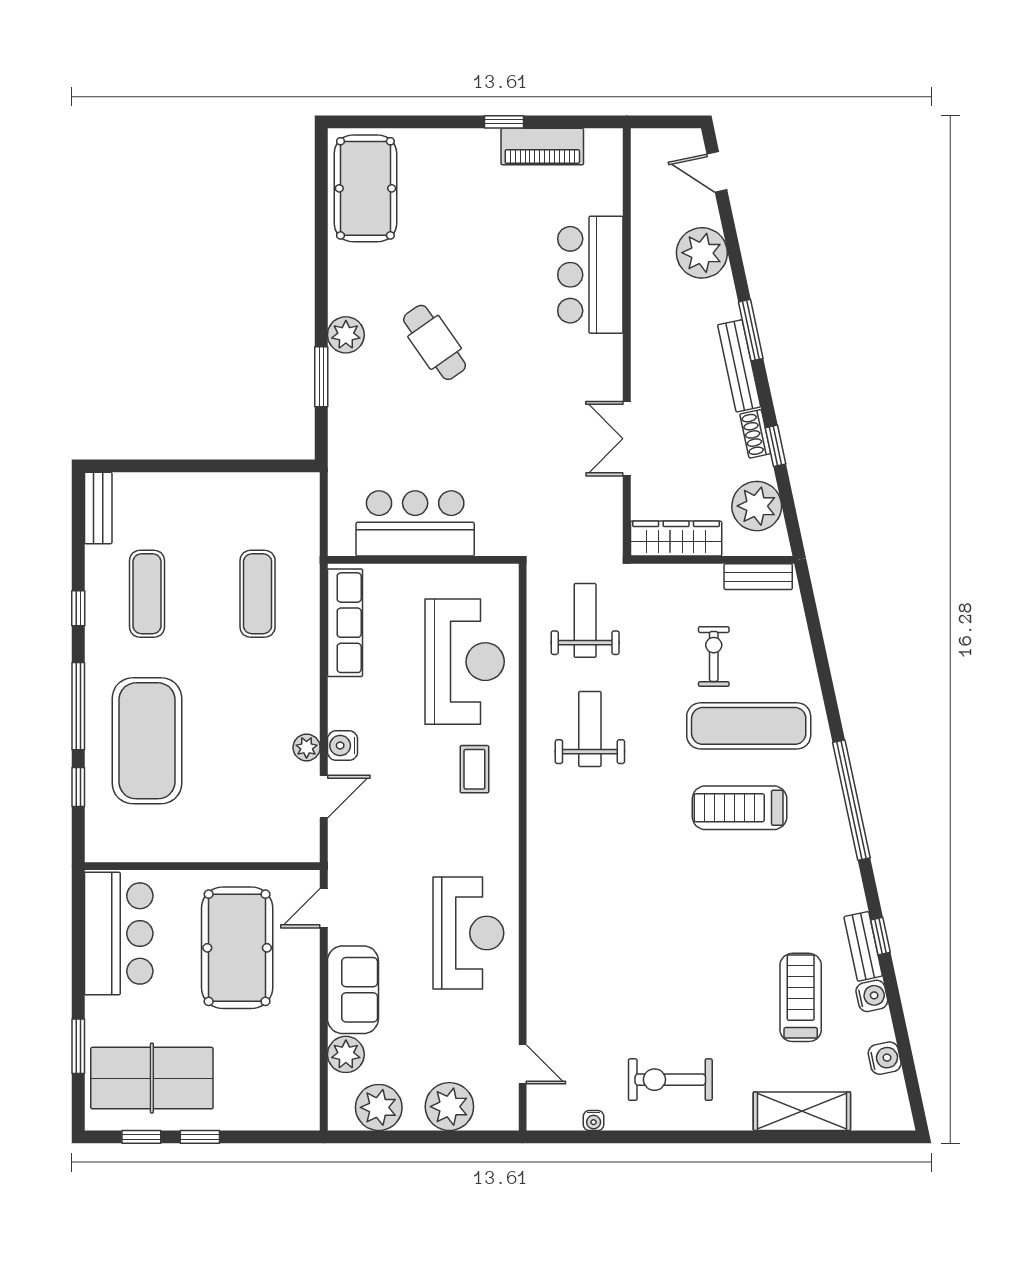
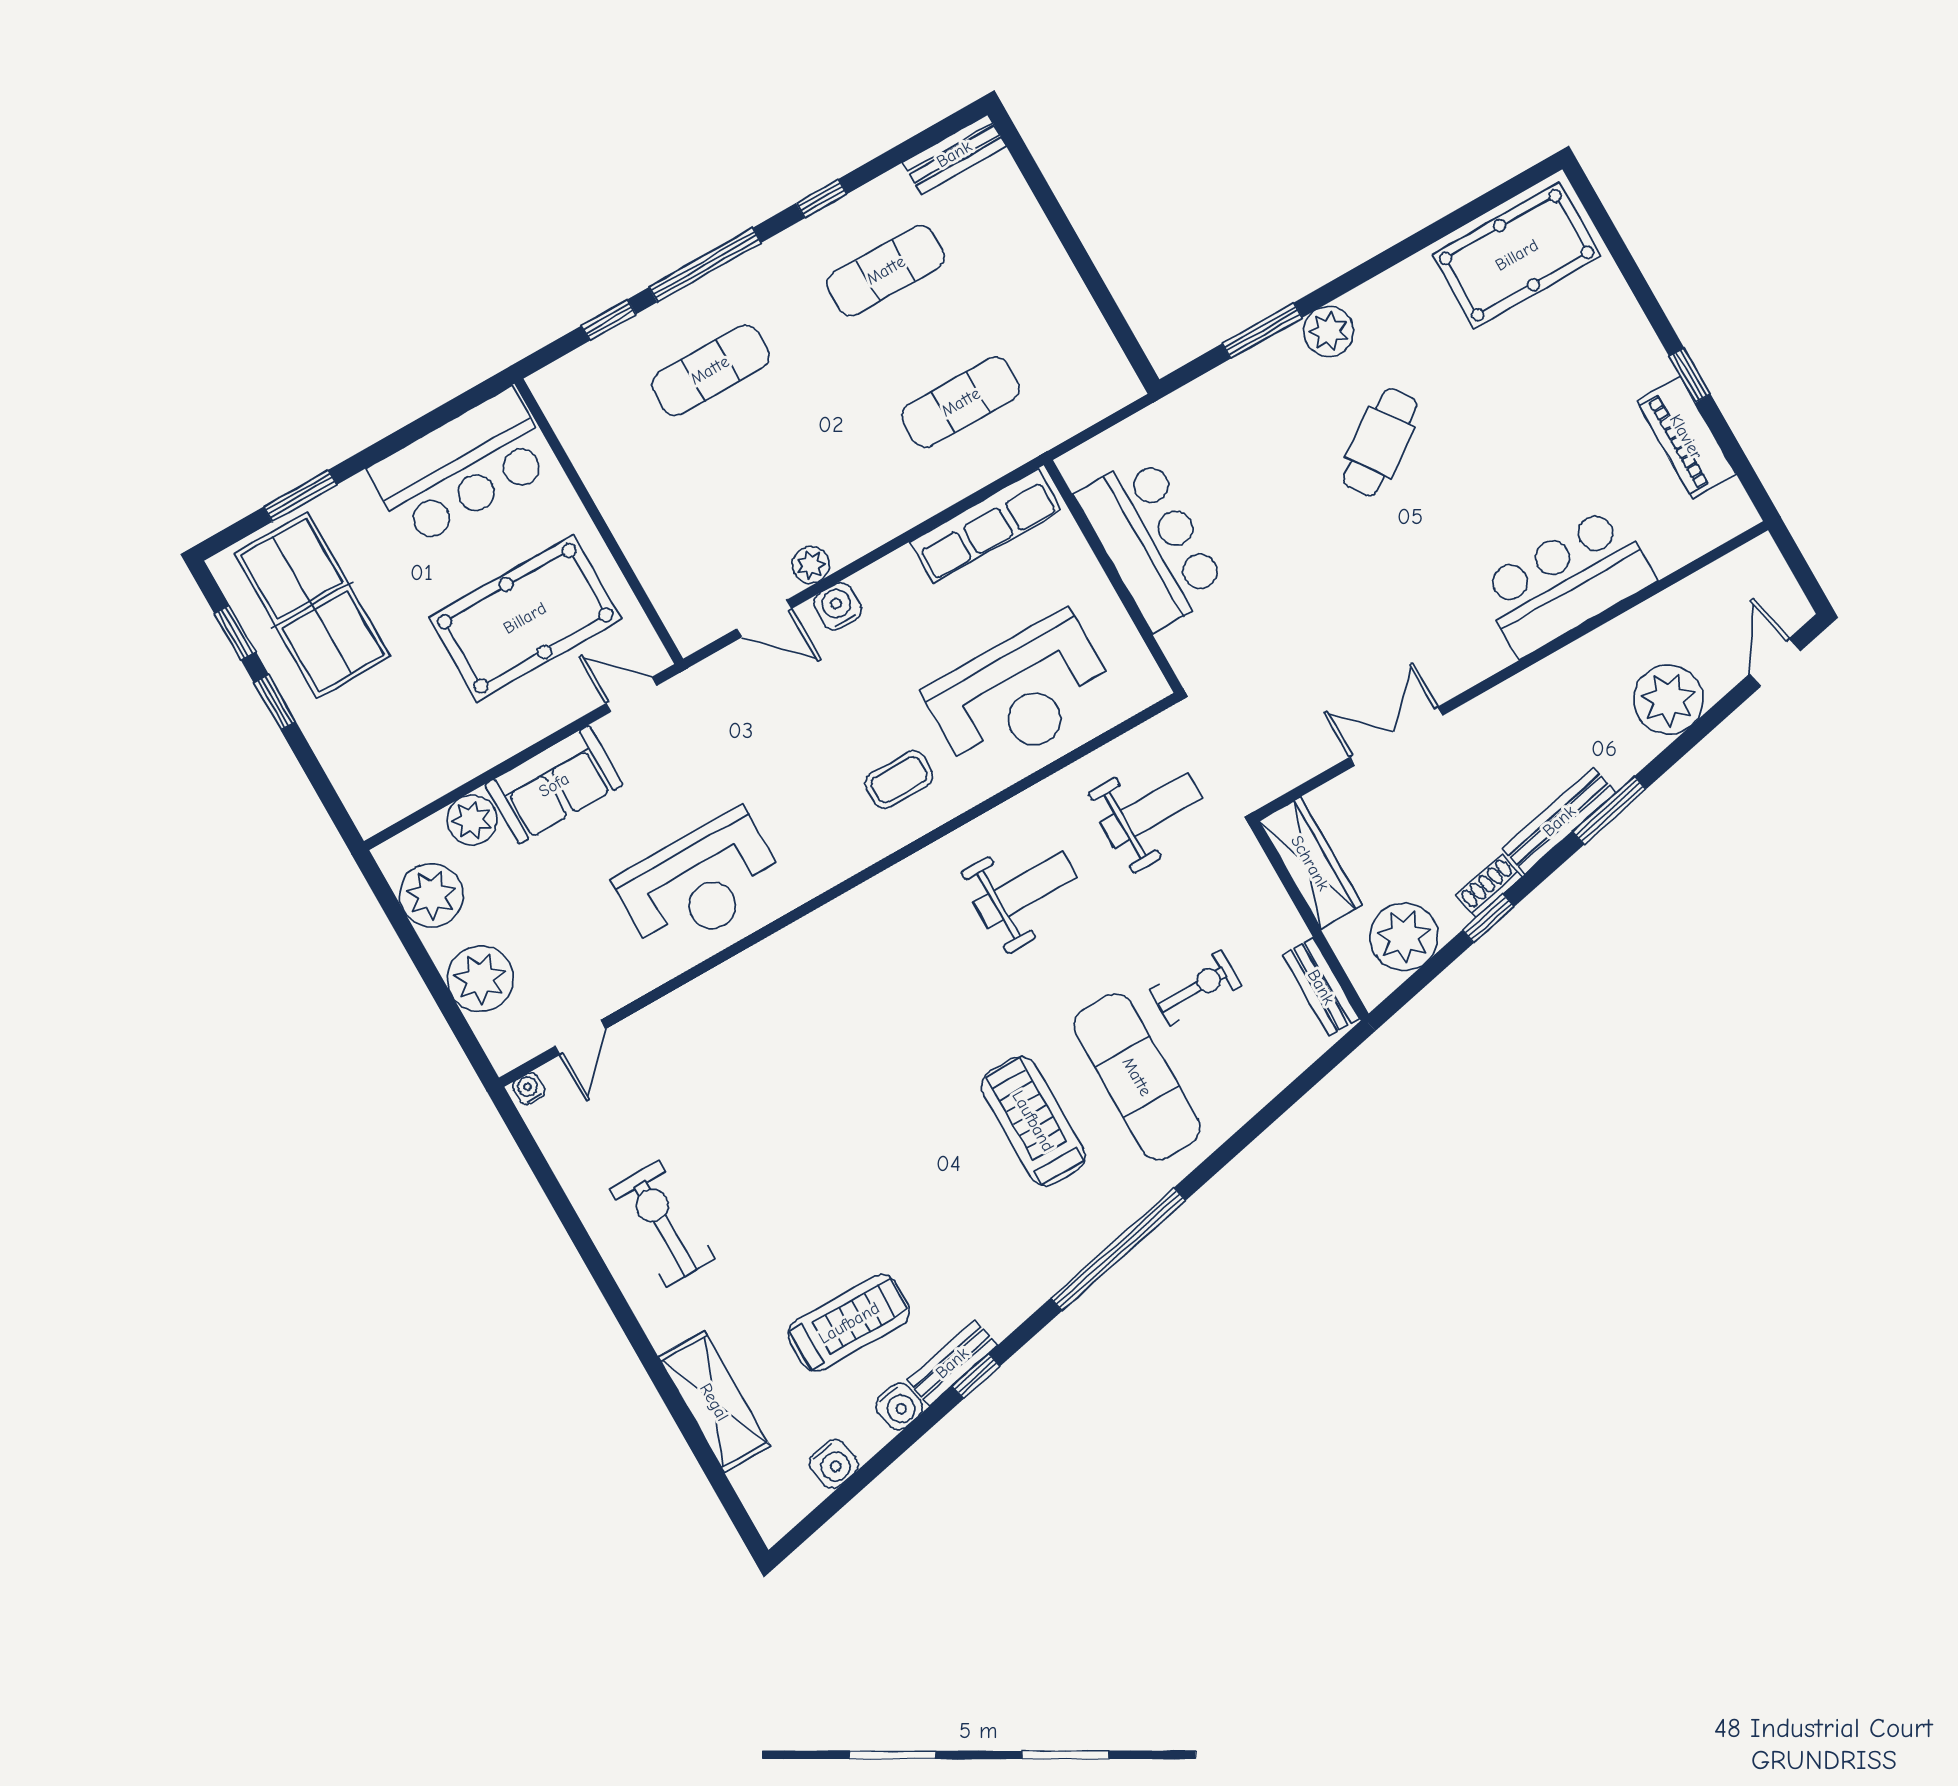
exercise mat: (147, 741) -> (710, 370), width x0.50, depth x0.69
water cooler: (594, 1120) -> (529, 1089), moved, turned 90

